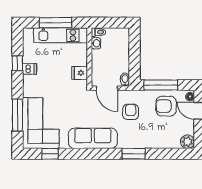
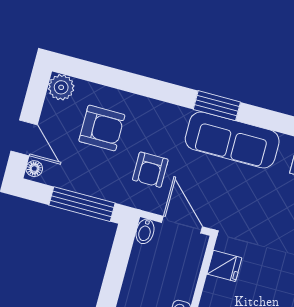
armchair: (166, 106) -> (102, 128), moved
window: (134, 154) -> (217, 106), moved

